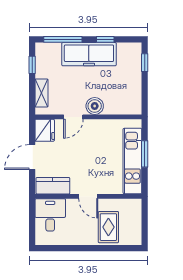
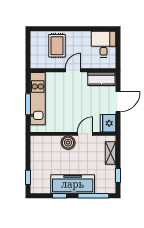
door: (88, 196) -> (73, 70), hinge flipped
desk: (50, 215) -> (104, 44), moved, turned 180

